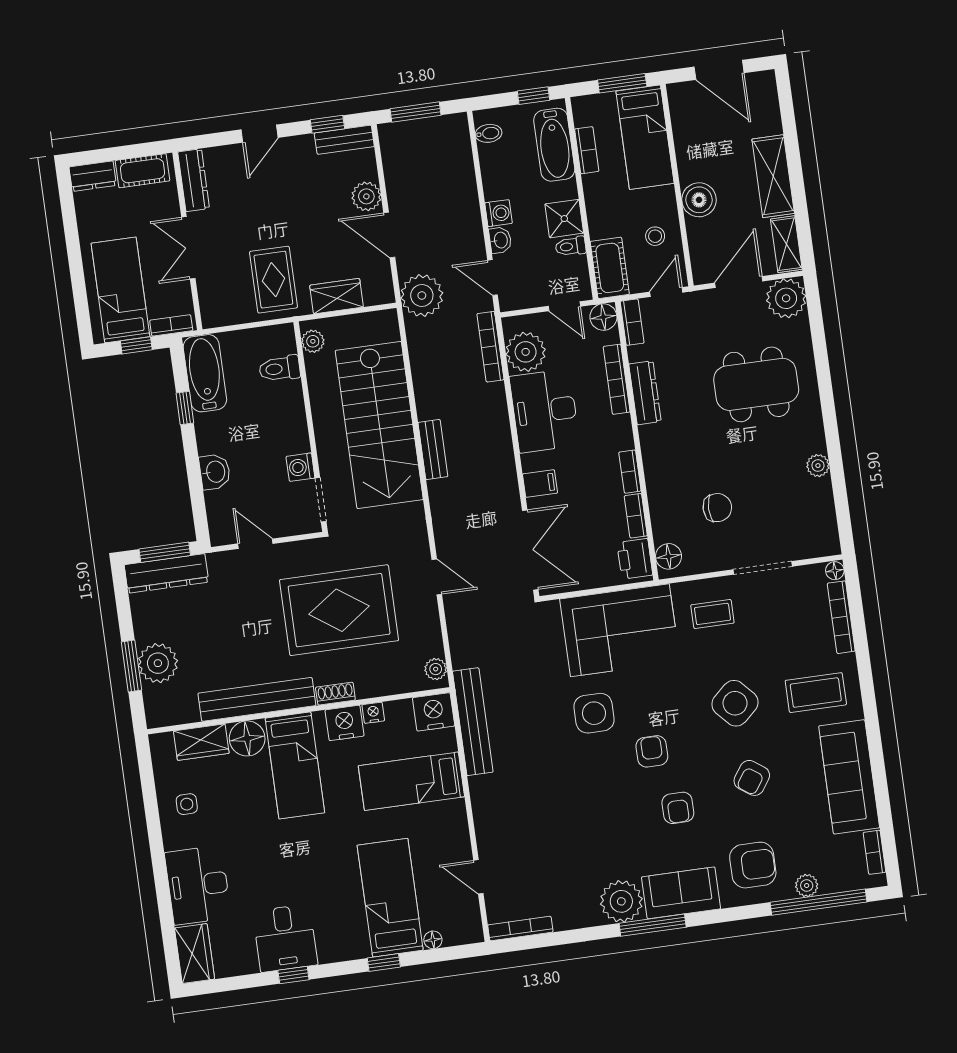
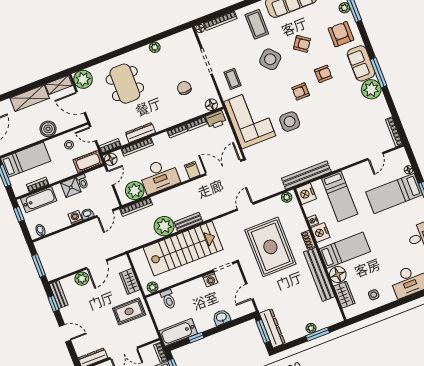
plant: (422, 295) -> (164, 226), moved
plant: (158, 663) -> (311, 328), width x0.53, depth x0.53

